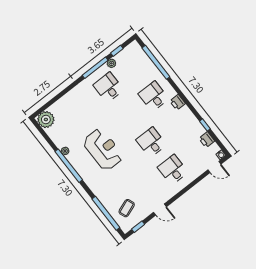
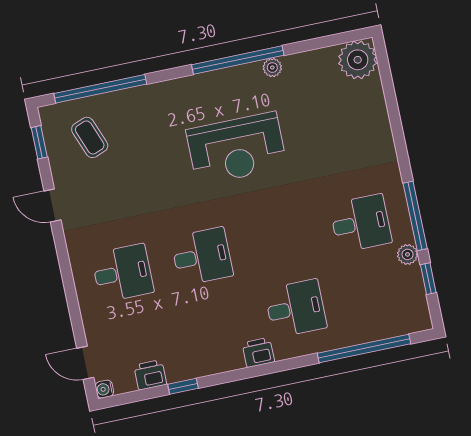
door: (214, 167) -> (85, 363), hinge flipped
door: (160, 210) -> (52, 205), hinge flipped

